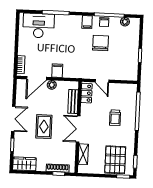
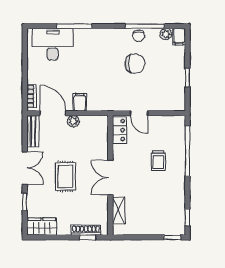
filing cabinet: (87, 22) -> (179, 37), moved
chair: (100, 43) -> (135, 64), turned 90
door: (37, 78) -> (53, 113), swing flipped
bench: (73, 101) -> (33, 131), moved
pallet: (115, 160) -> (161, 216), removed

